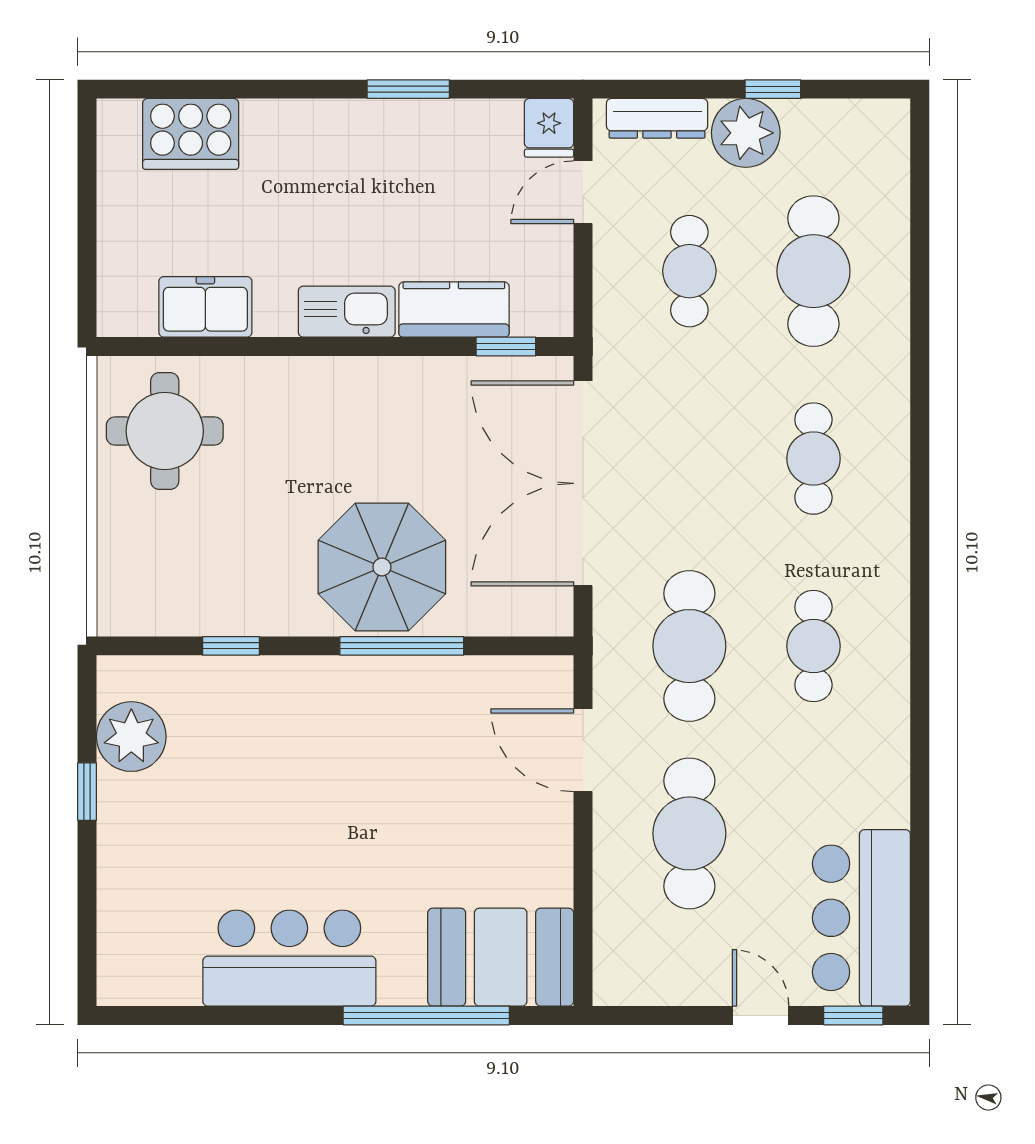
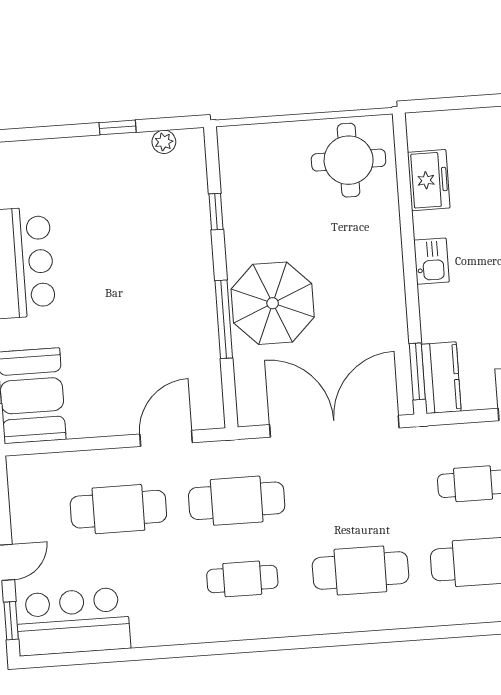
kitchen counter: (454, 310) -> (441, 378), moved
kitchen sink: (347, 312) -> (431, 261), width x0.73
window: (506, 346) -> (417, 371), width x1.50
cafe table: (813, 459) -> (360, 570), width x1.37, depth x1.35
plant: (131, 737) -> (164, 142), width x0.53, depth x0.53

